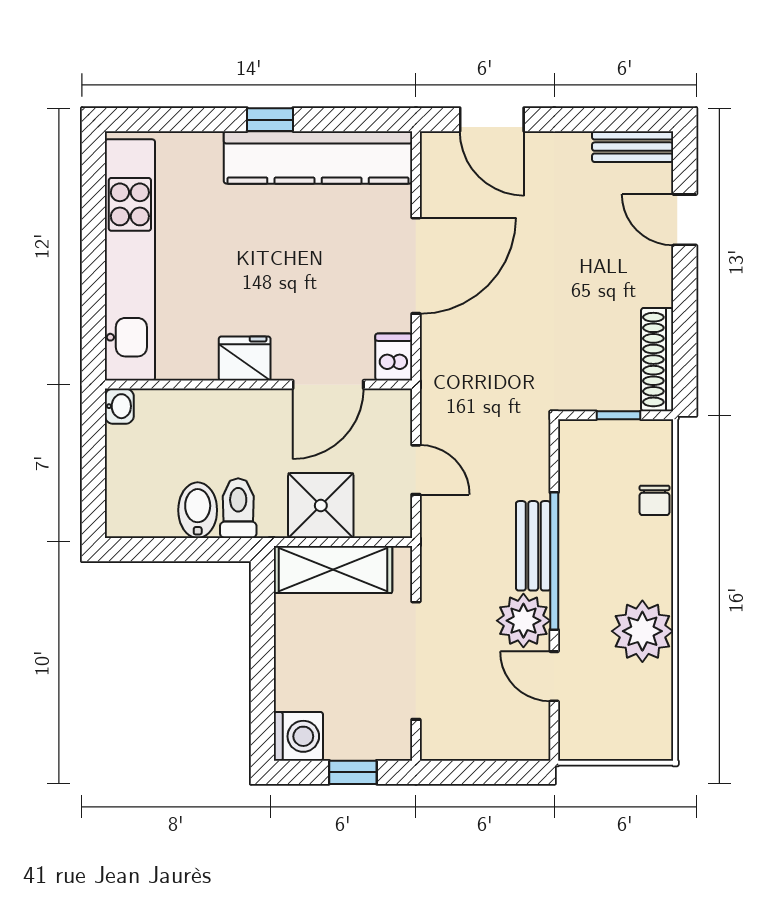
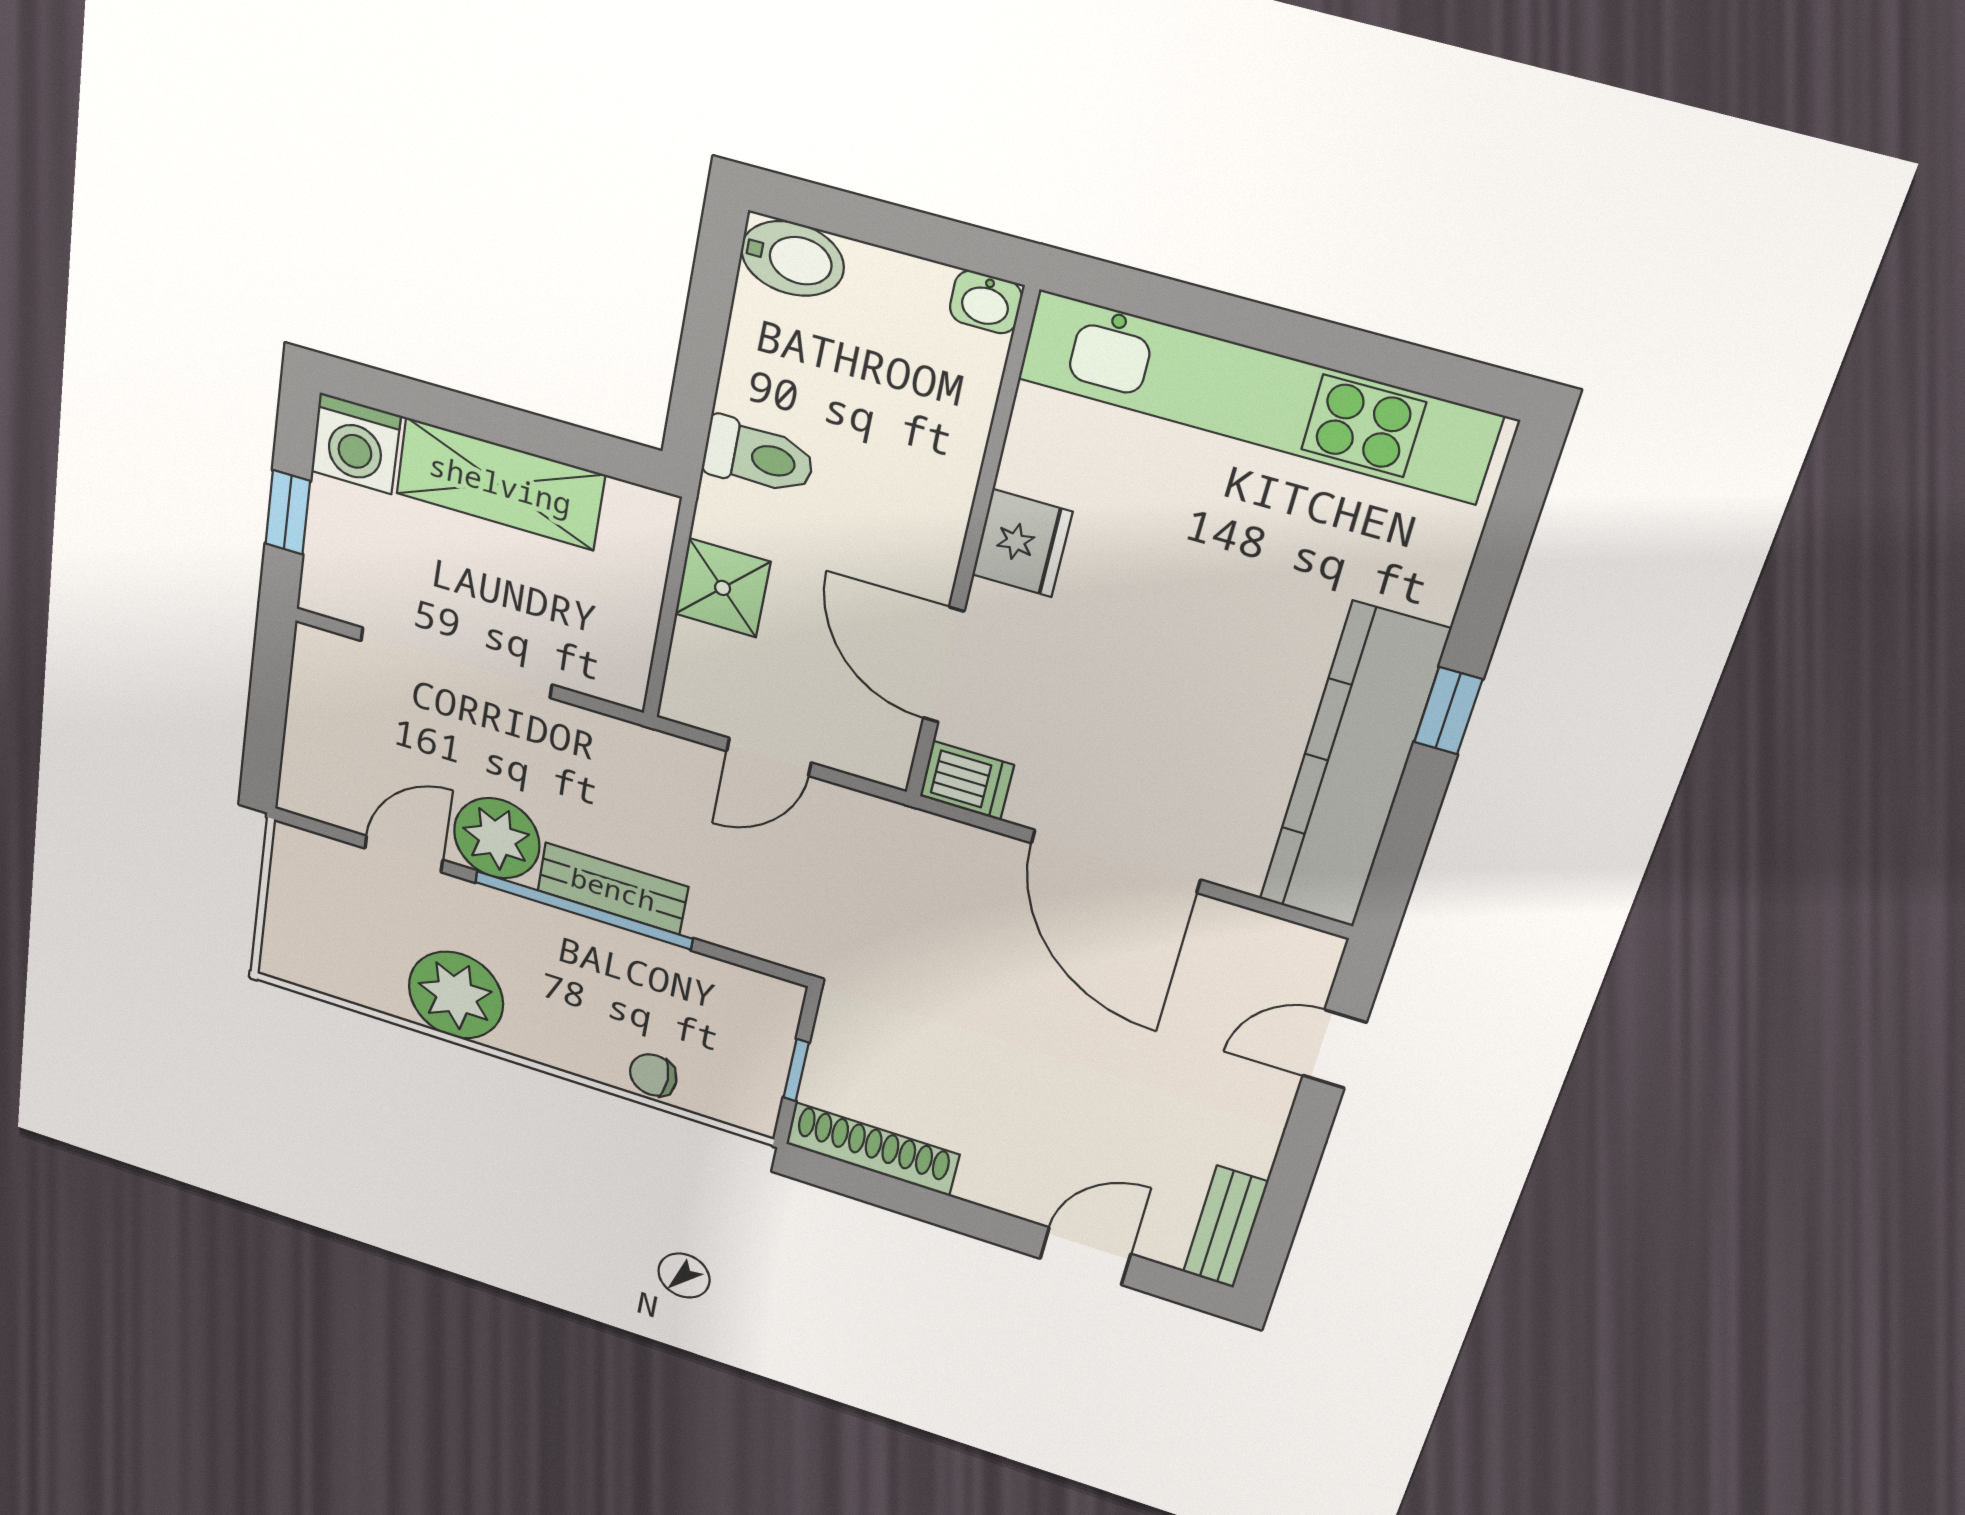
door: (492, 120) -> (1335, 1049), width x0.73
shower: (321, 506) -> (723, 588), width x0.73, depth x0.73
bidet: (198, 510) -> (792, 258), moved
shelving: (333, 569) -> (500, 484), moved, turned 90

